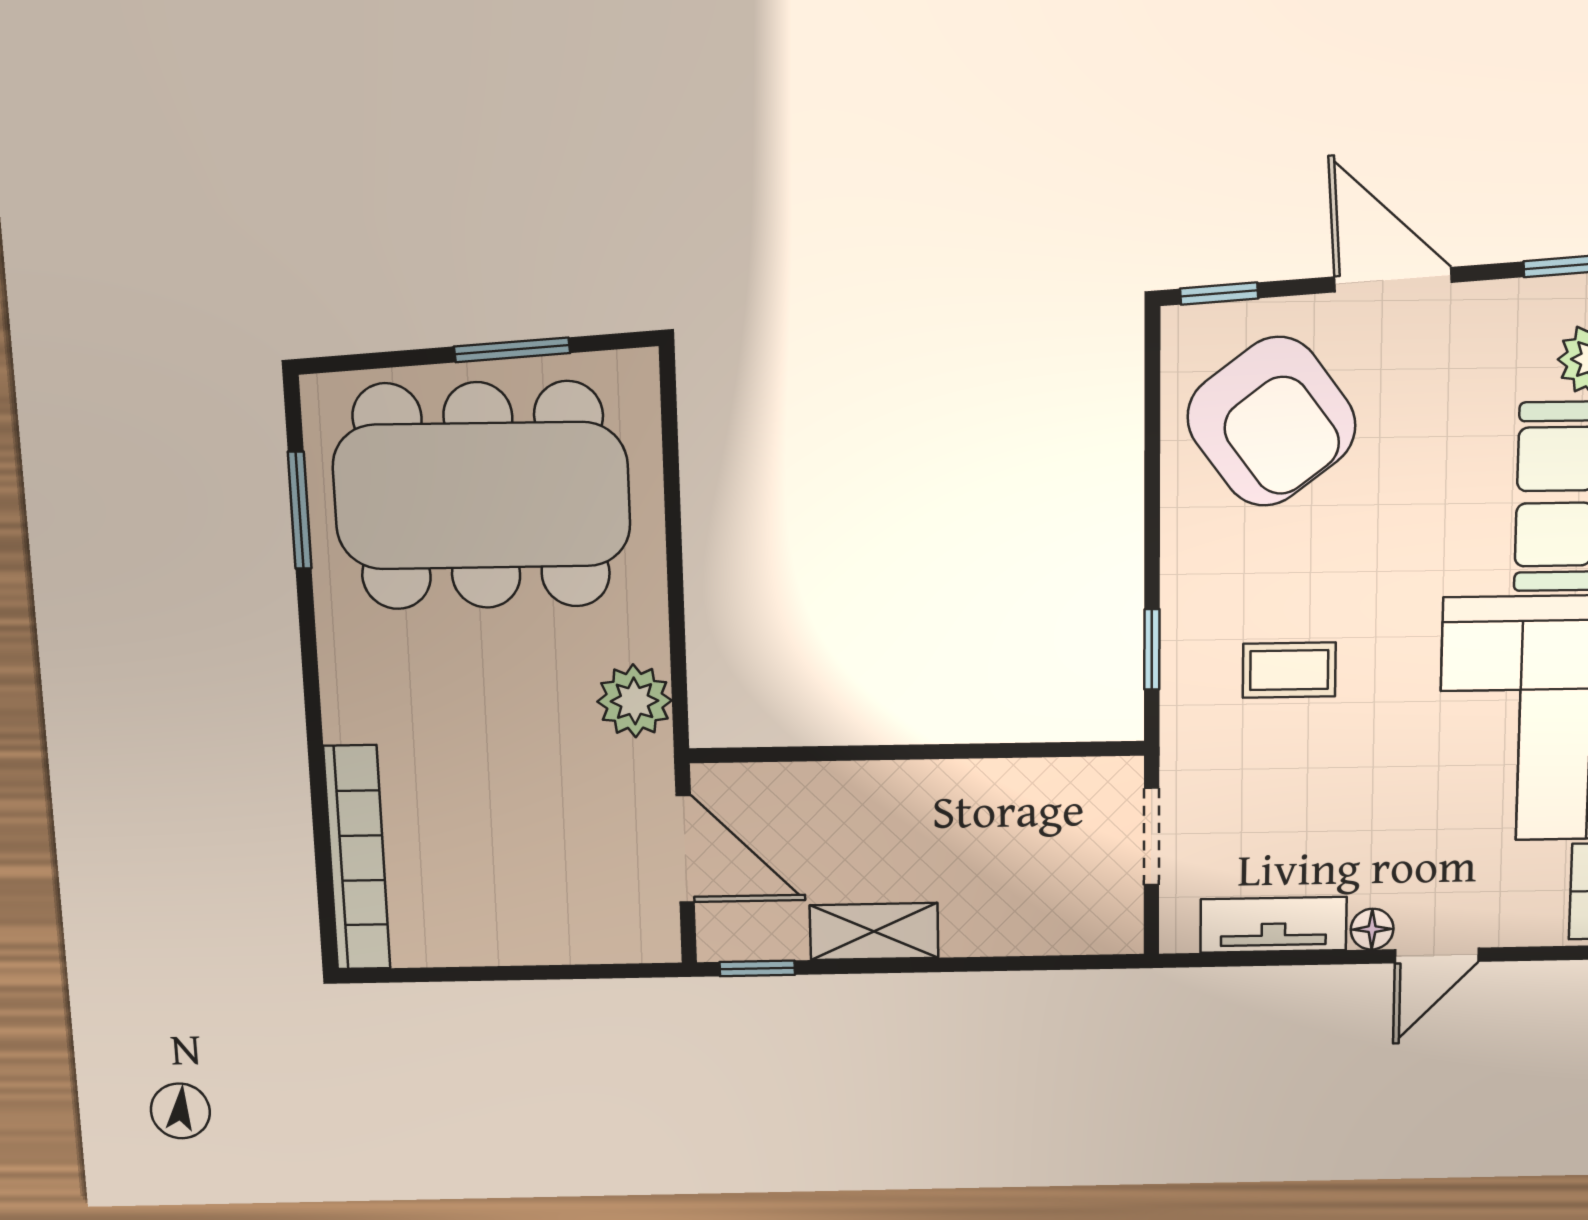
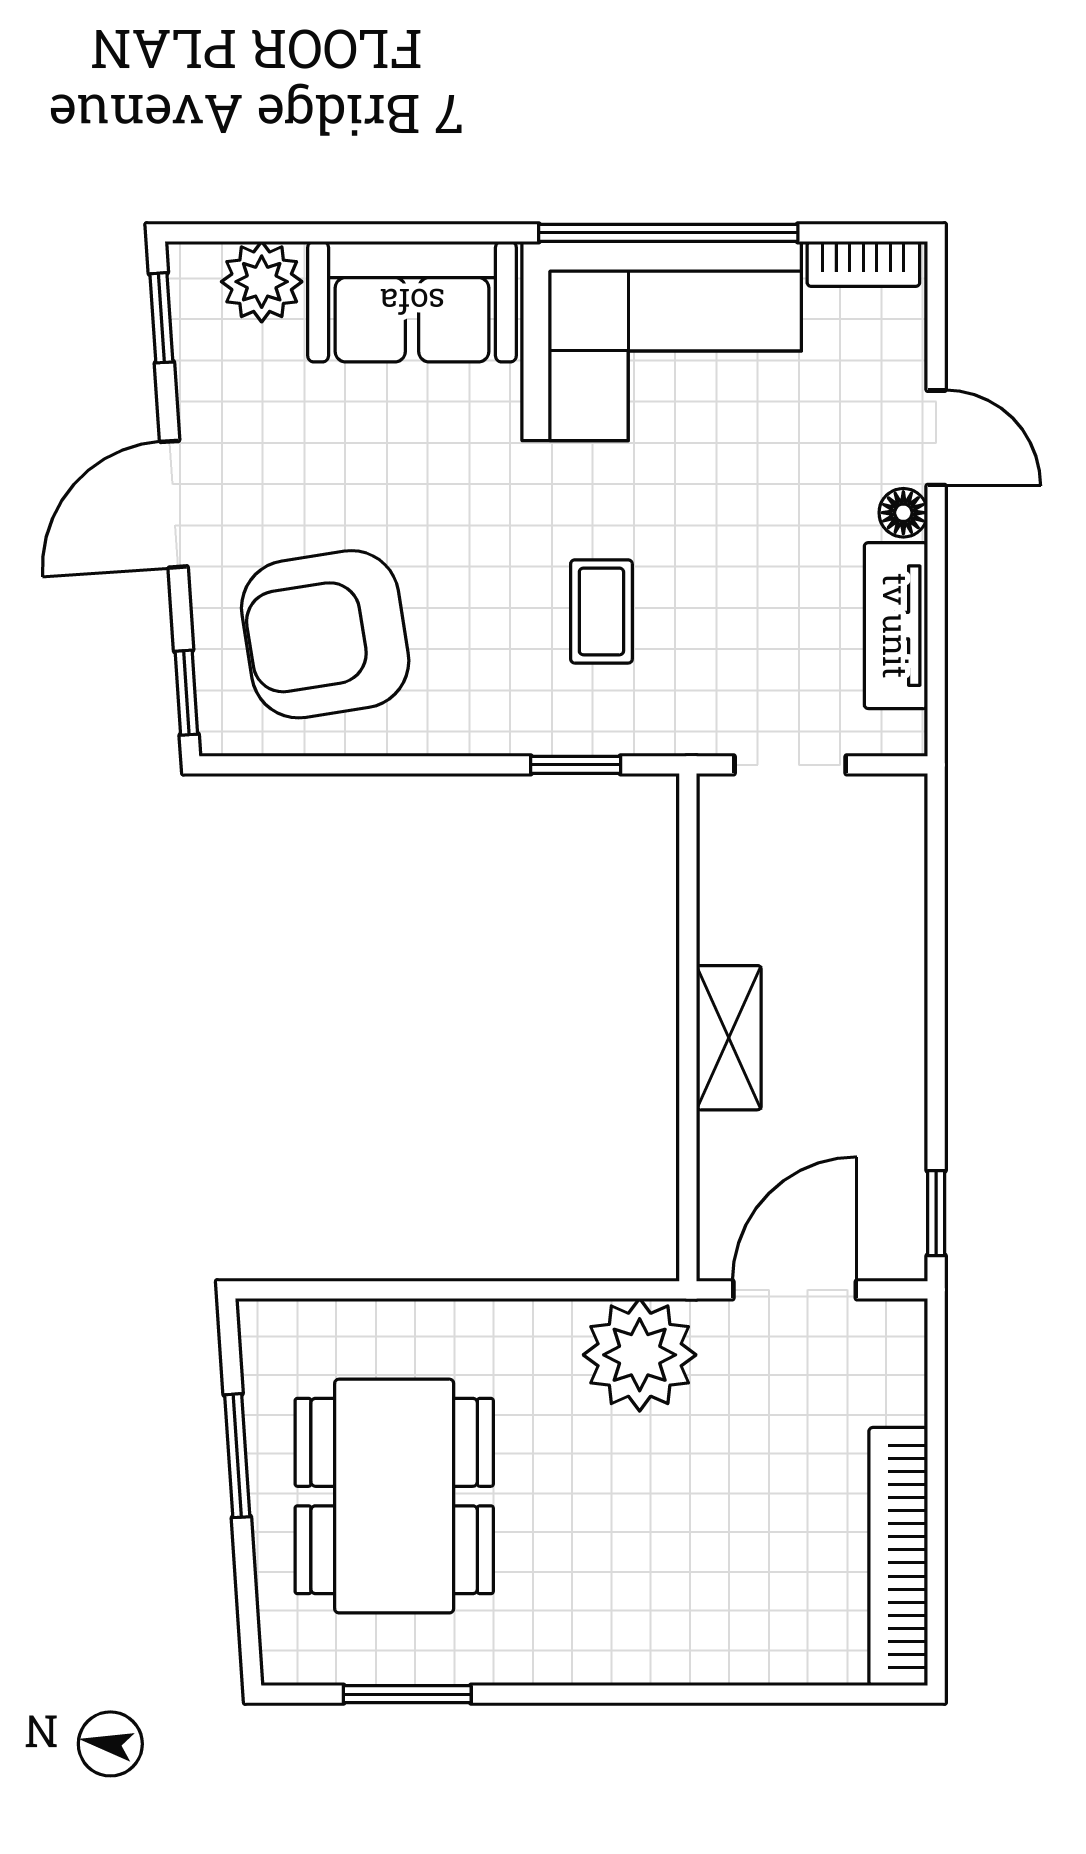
armchair: (1272, 422) -> (325, 634), turned -152
dining table: (482, 496) -> (394, 1496), width x0.73, depth x0.80
plant: (634, 701) -> (640, 1355), width x1.36, depth x1.36
bookcase: (357, 858) -> (898, 1556), moved, turned -90
shelving: (874, 931) -> (729, 1038), moved

